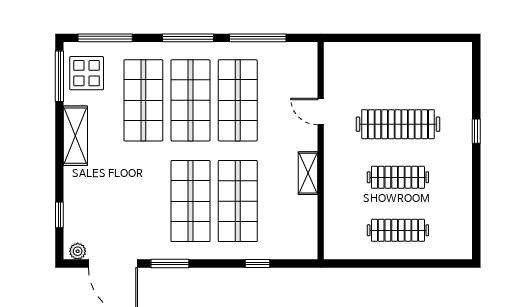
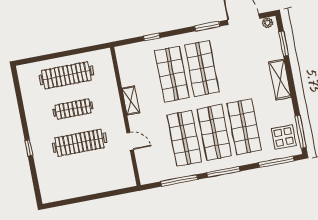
shelving: (75, 136) -> (280, 80), moved
window: (59, 215) -> (284, 44), width x1.50
clothes rail: (398, 230) -> (67, 75), width x1.37, depth x1.31

